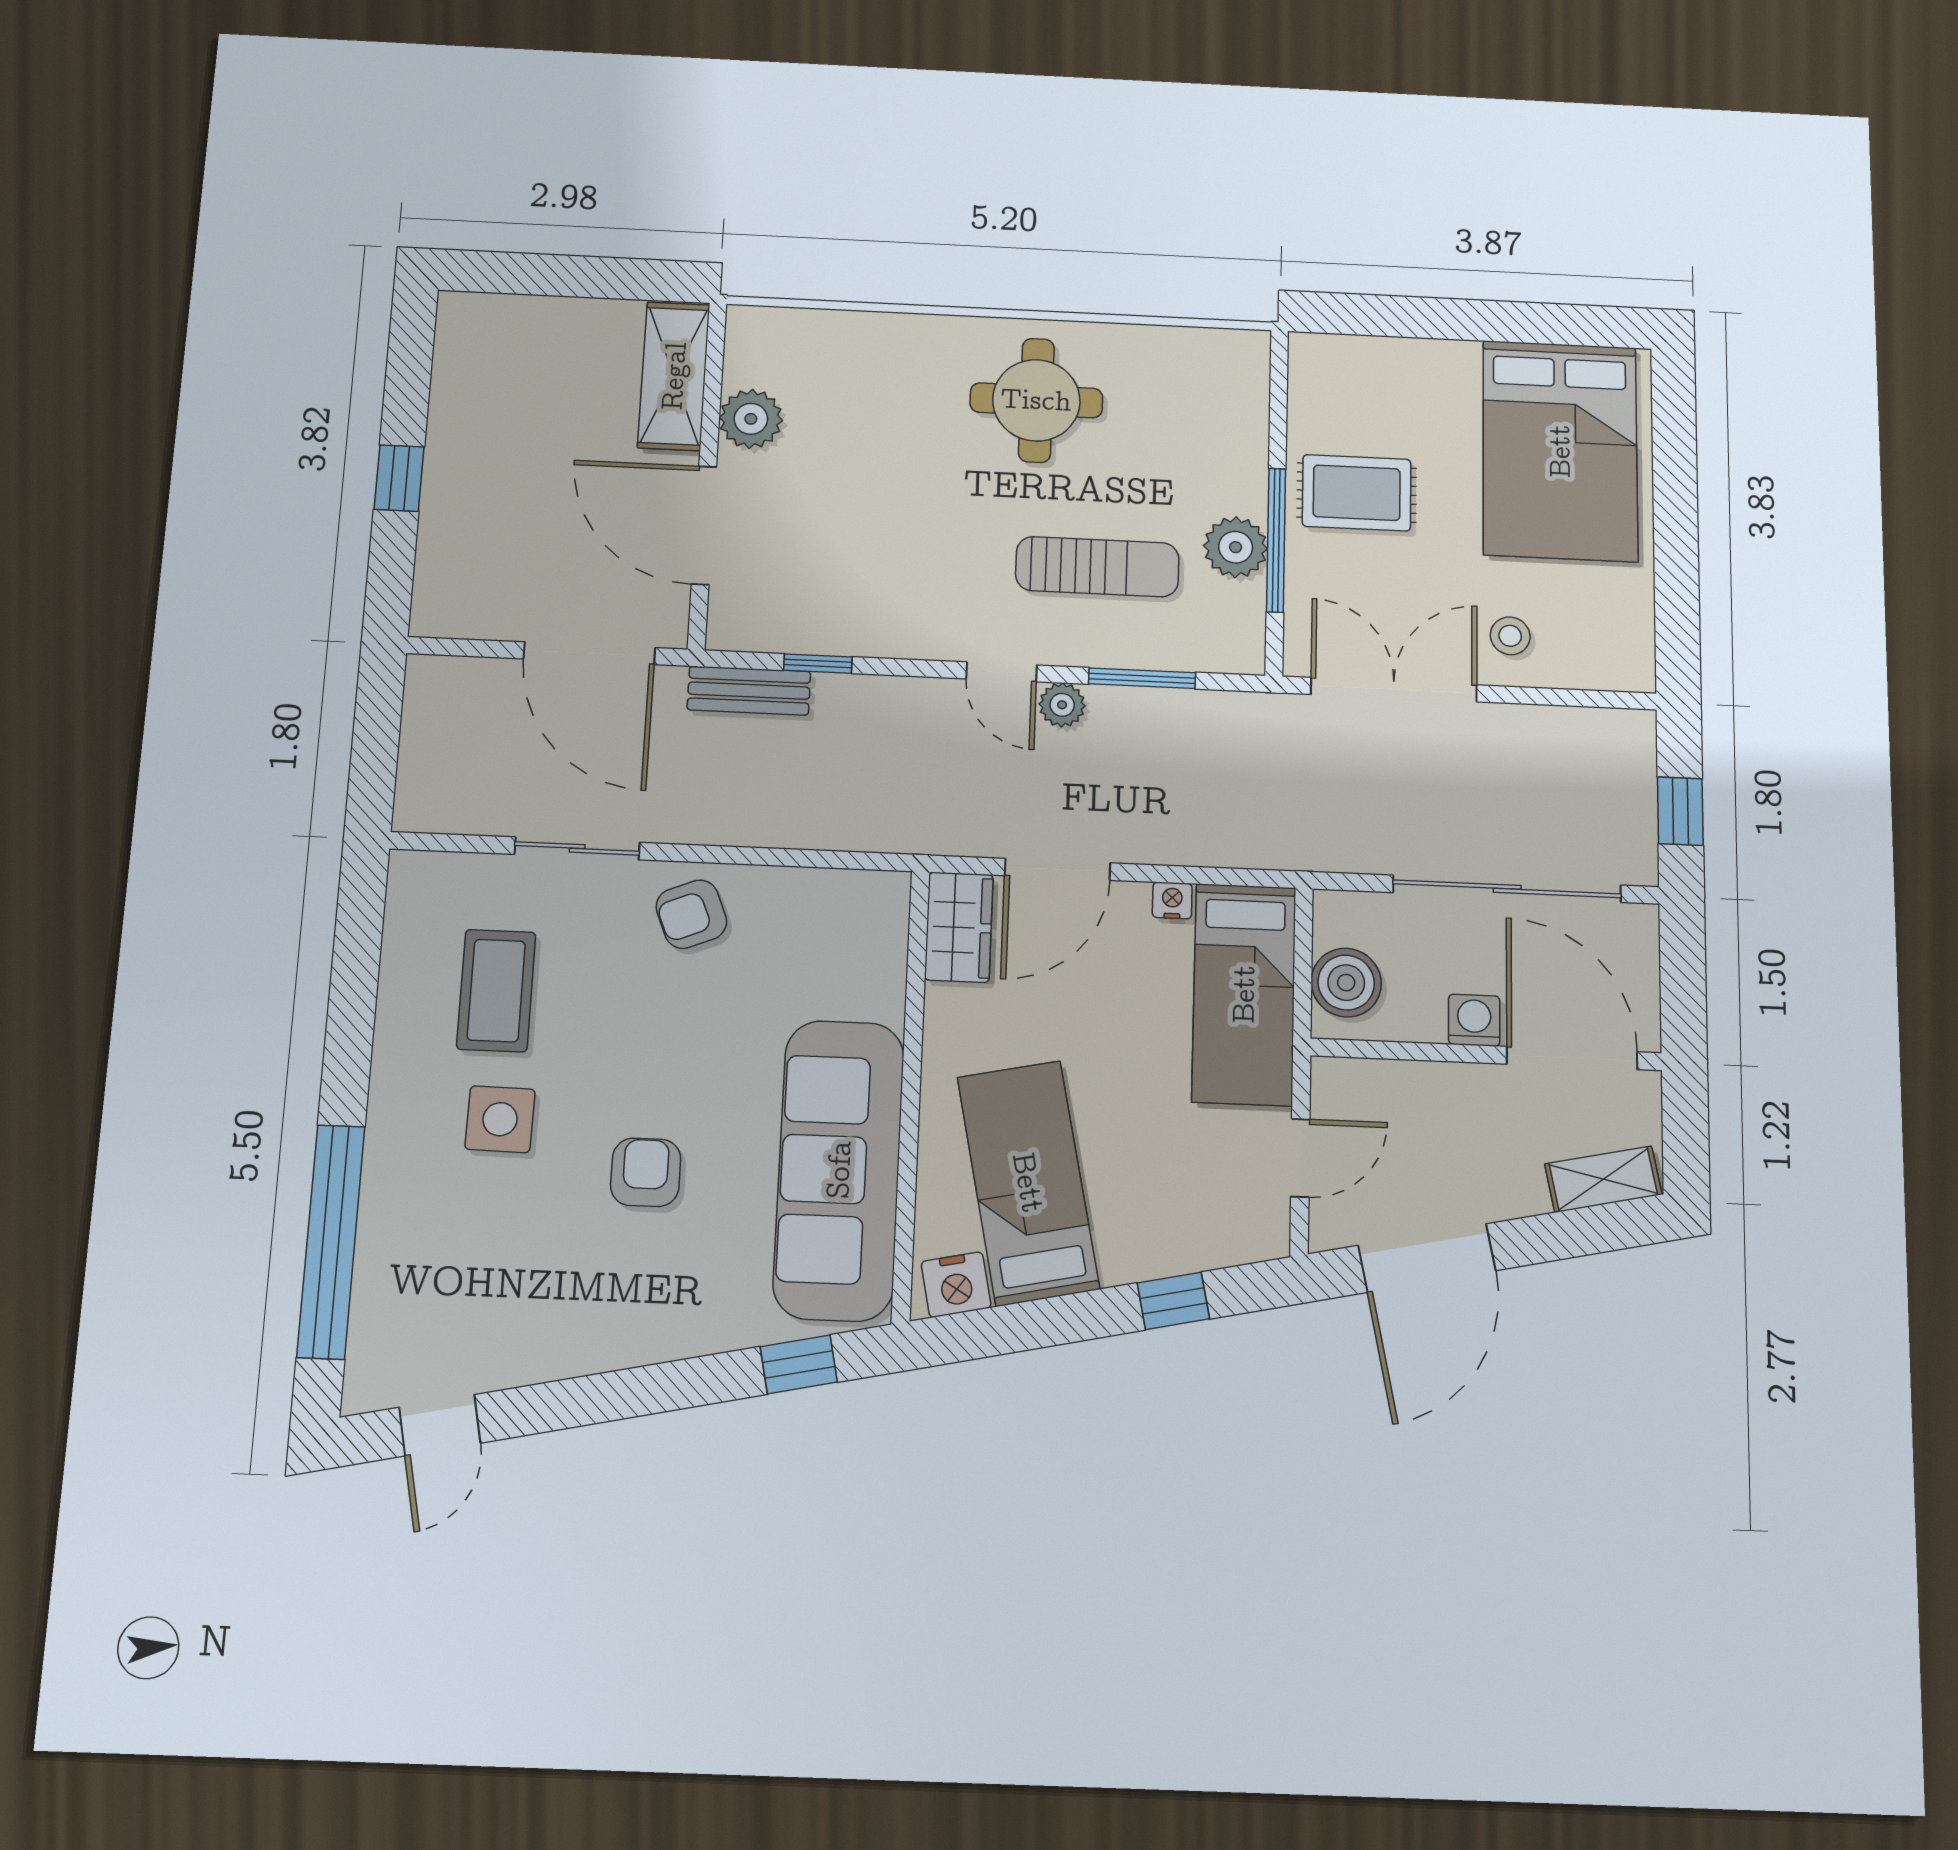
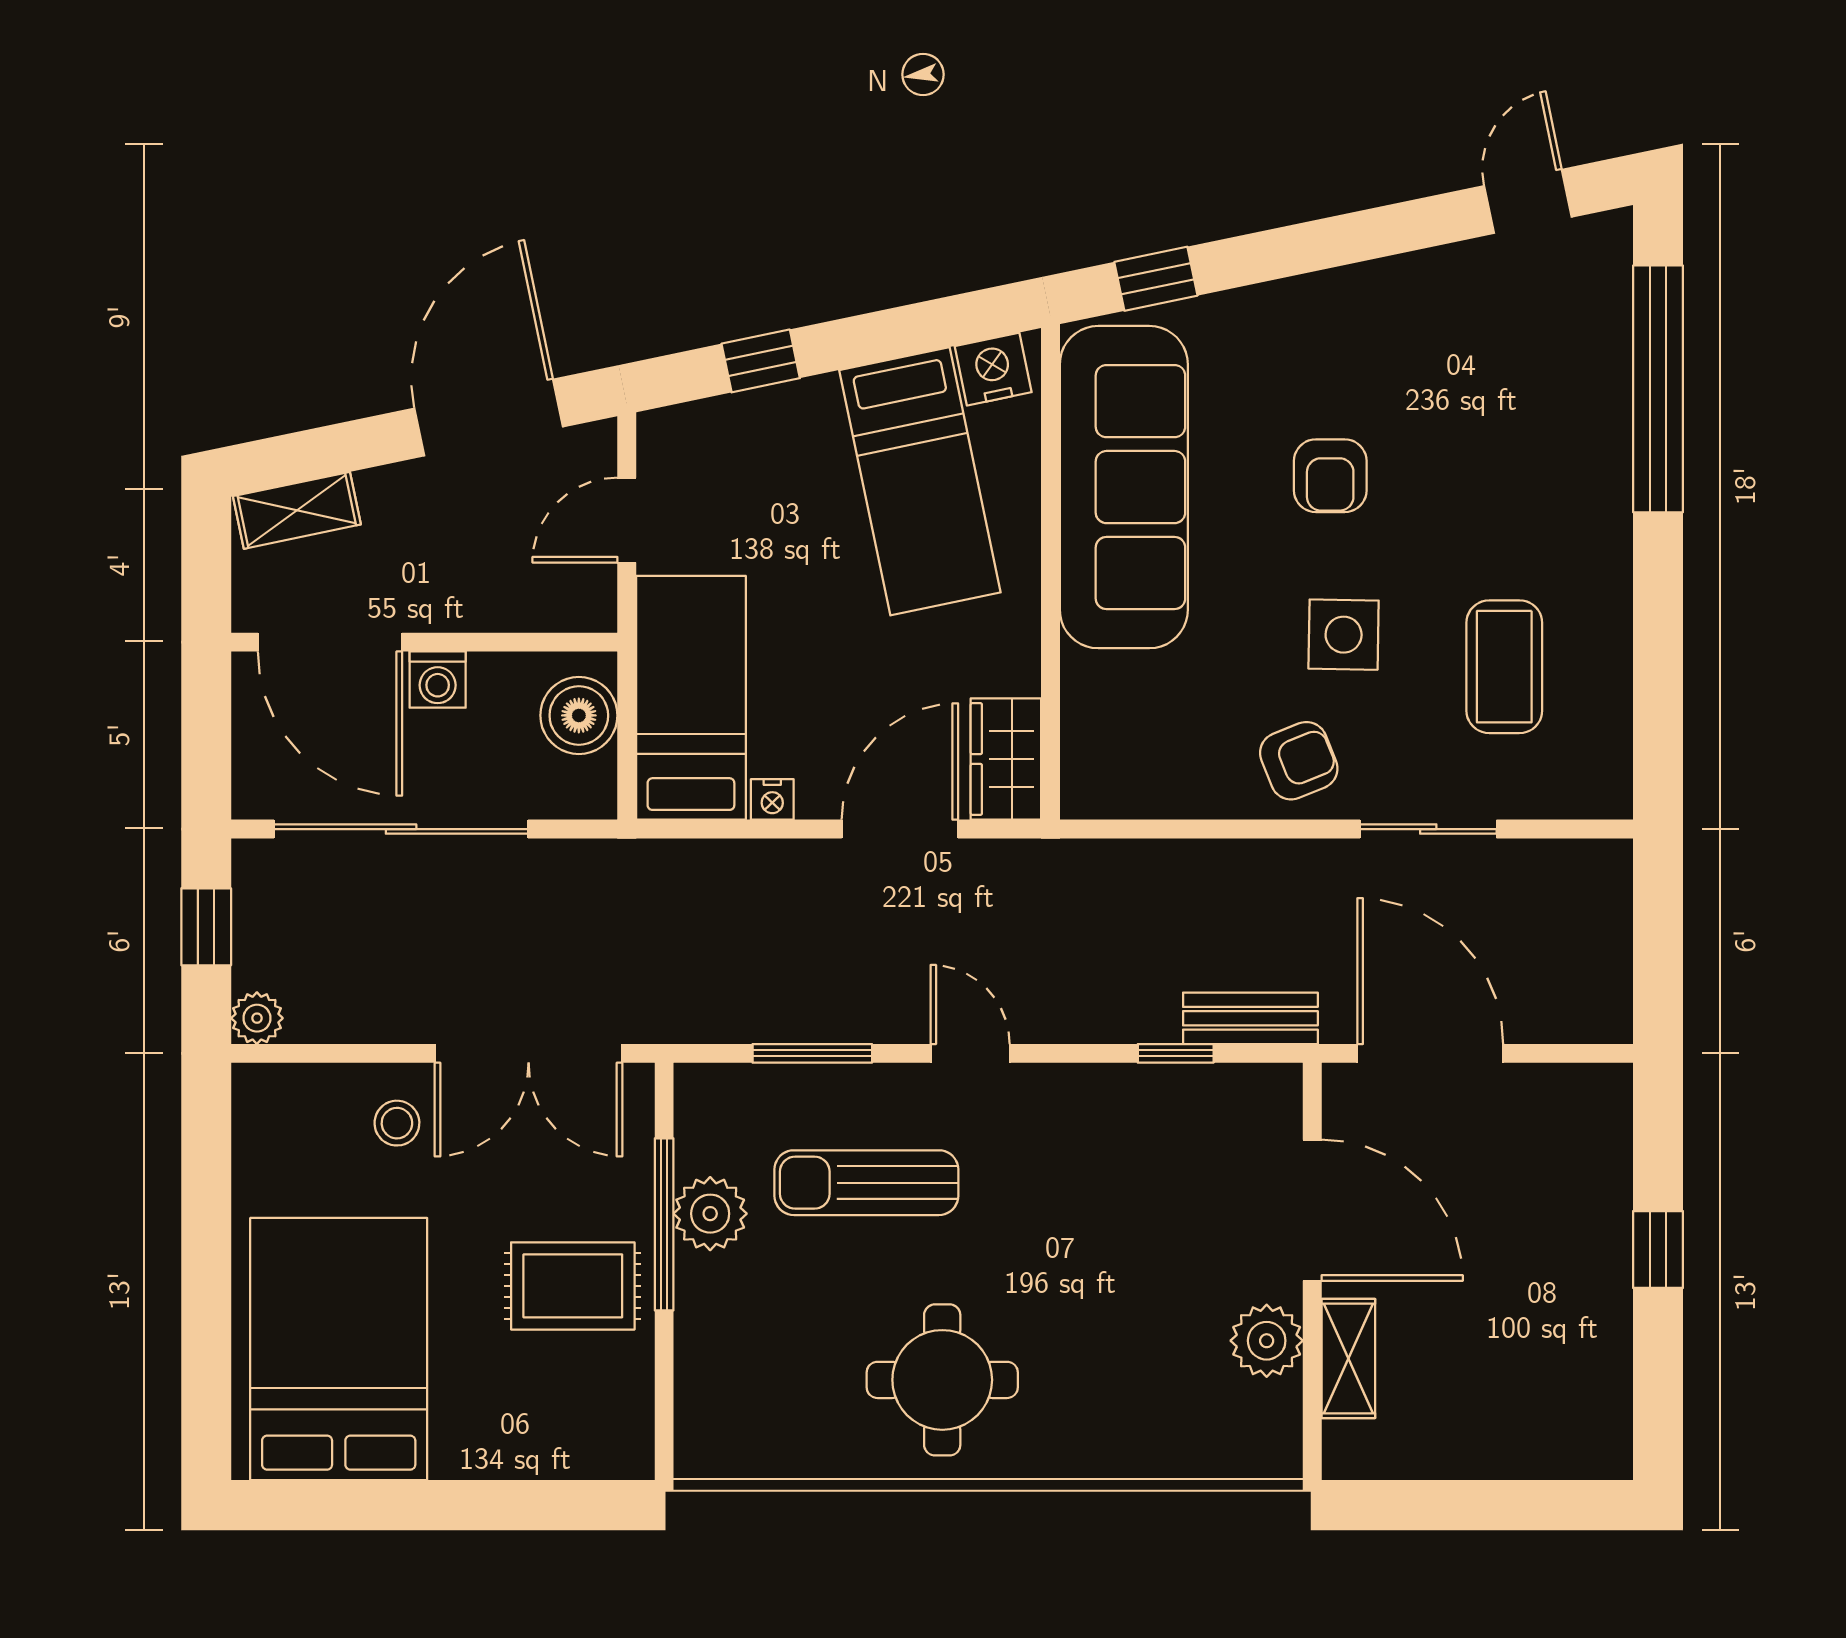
shelving: (674, 376) -> (1348, 1358), width x0.67, depth x0.75
plant: (1062, 705) -> (257, 1018), moved
side table: (500, 1119) -> (1344, 635), moved

